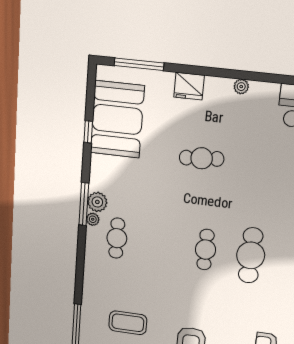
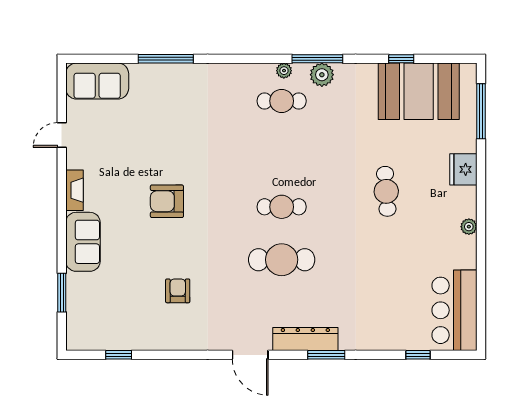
plant: (93, 219) -> (284, 71), moved
coffee table: (128, 323) -> (179, 122), removed

